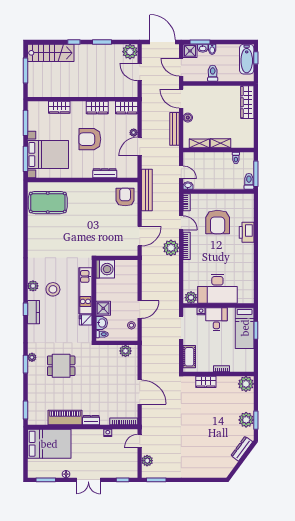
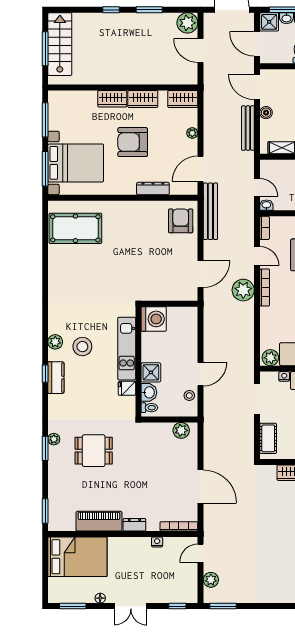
stairs: (51, 53) -> (60, 44), moved, turned -90
wardrobe: (59, 107) -> (112, 99), moved
door: (140, 147) -> (201, 169), moved

